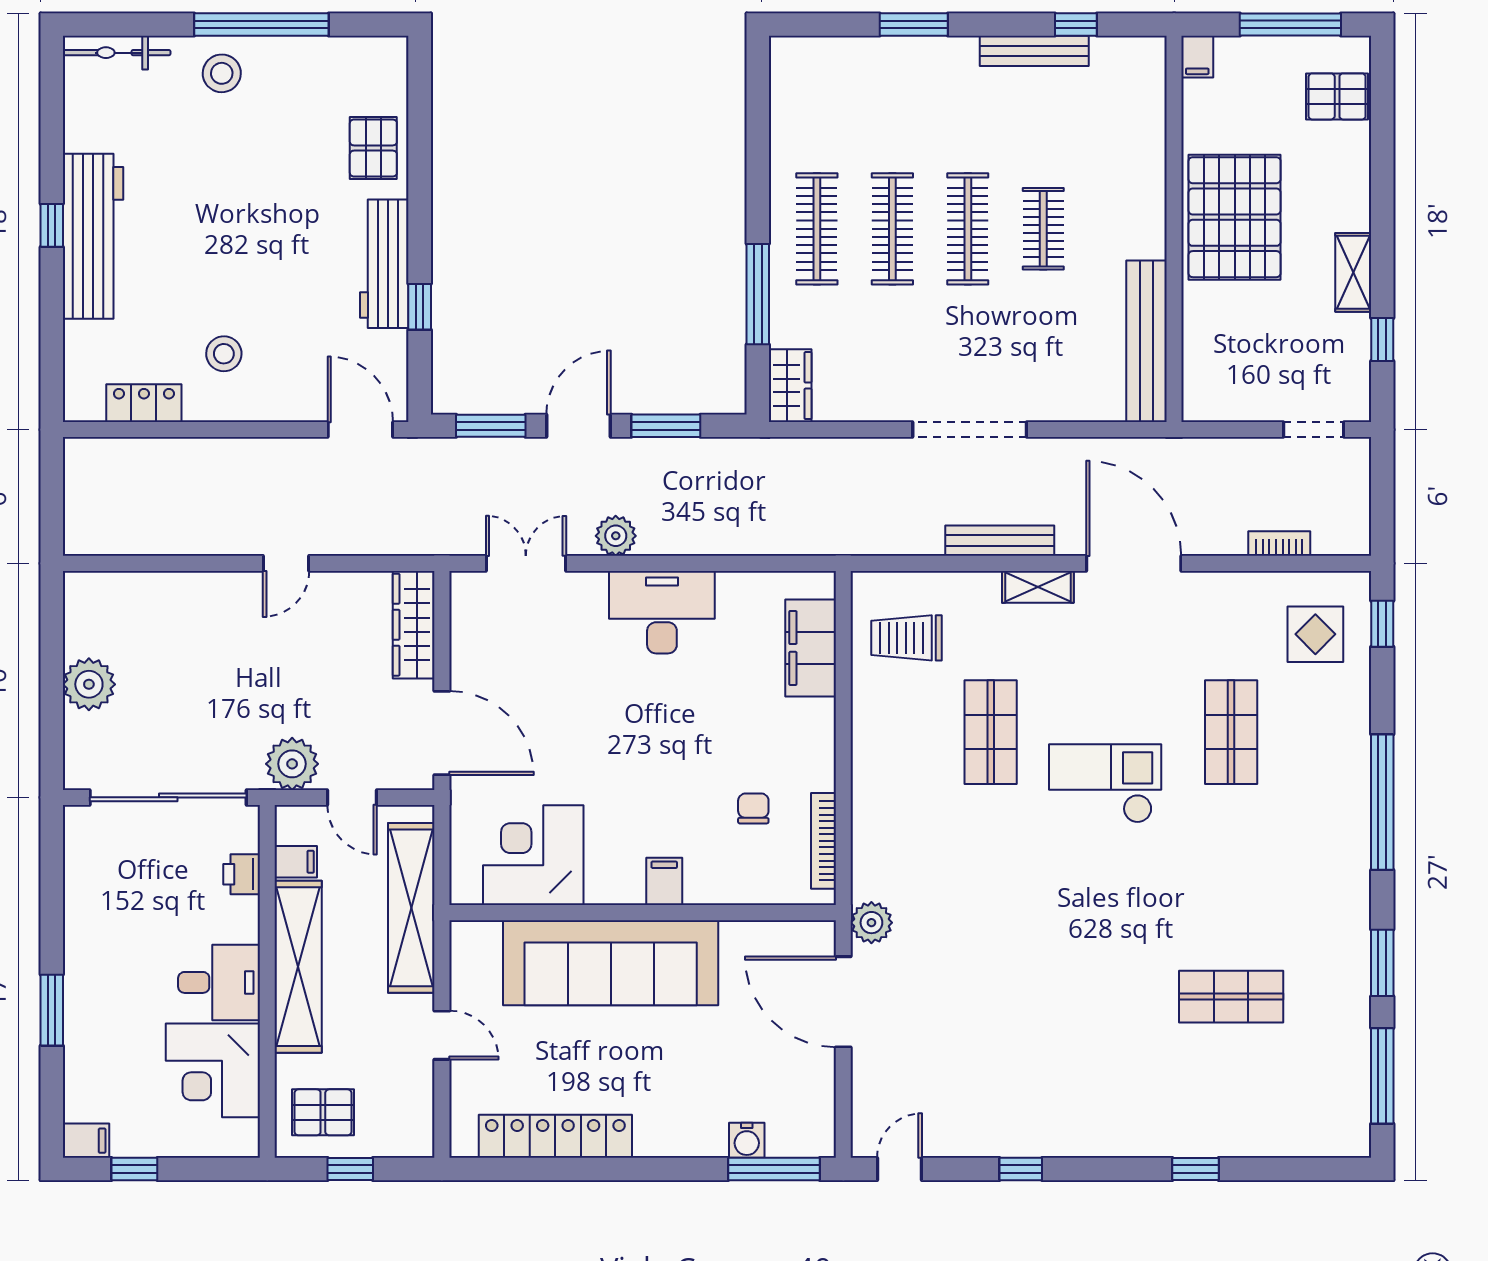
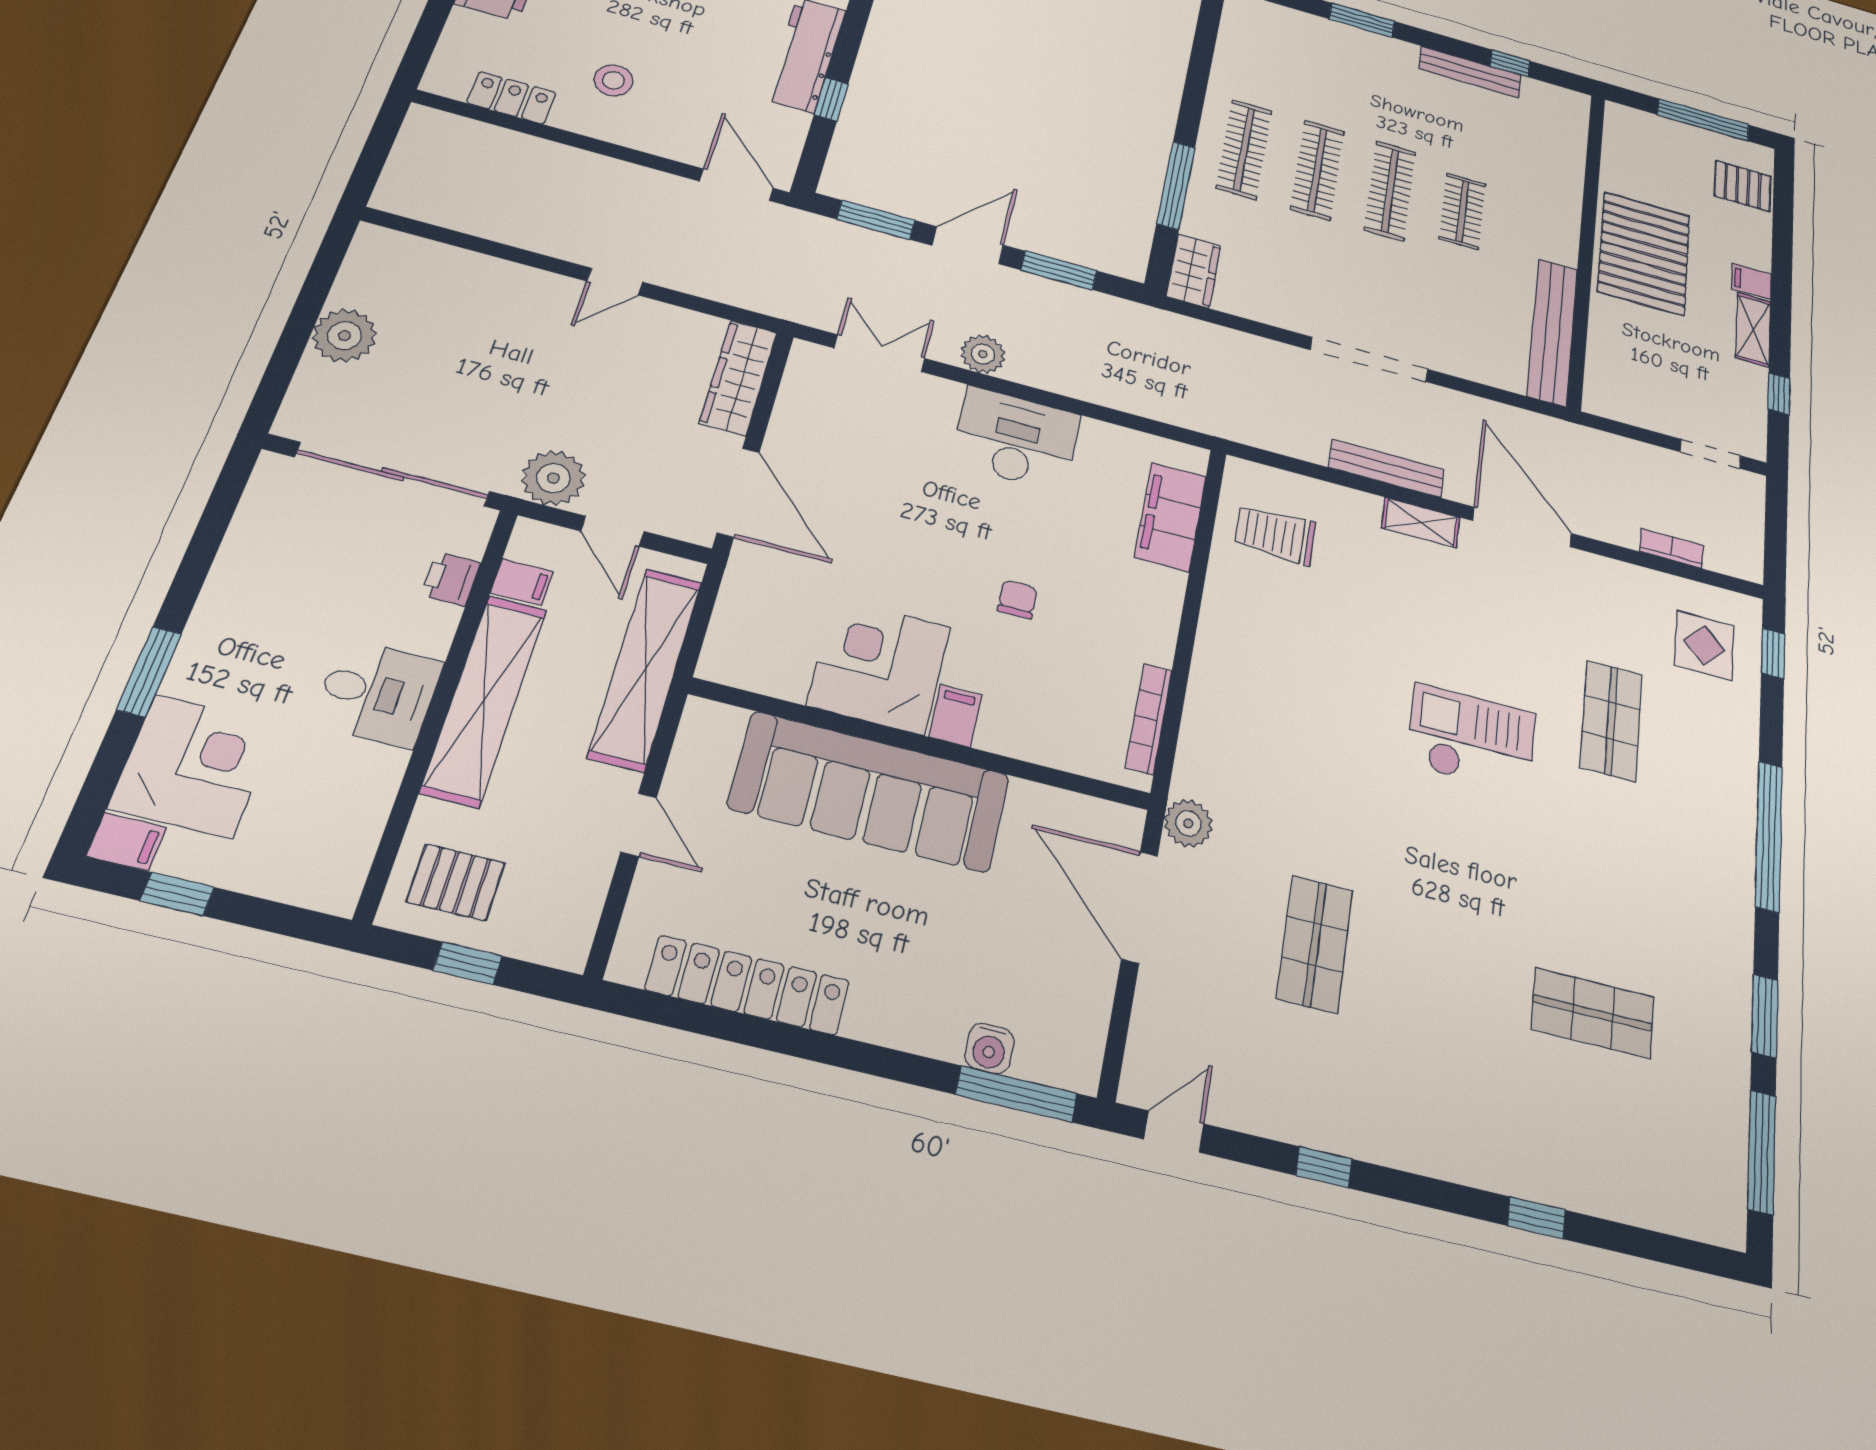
filing cabinet: (1197, 57) -> (1752, 281), moved, turned 90
shop shelf: (991, 732) -> (1315, 944), moved
chair: (753, 808) -> (1017, 599), moved
corner desk: (533, 855) -> (879, 666), moved
corner desk: (213, 1070) -> (194, 766), moved, turned 180

